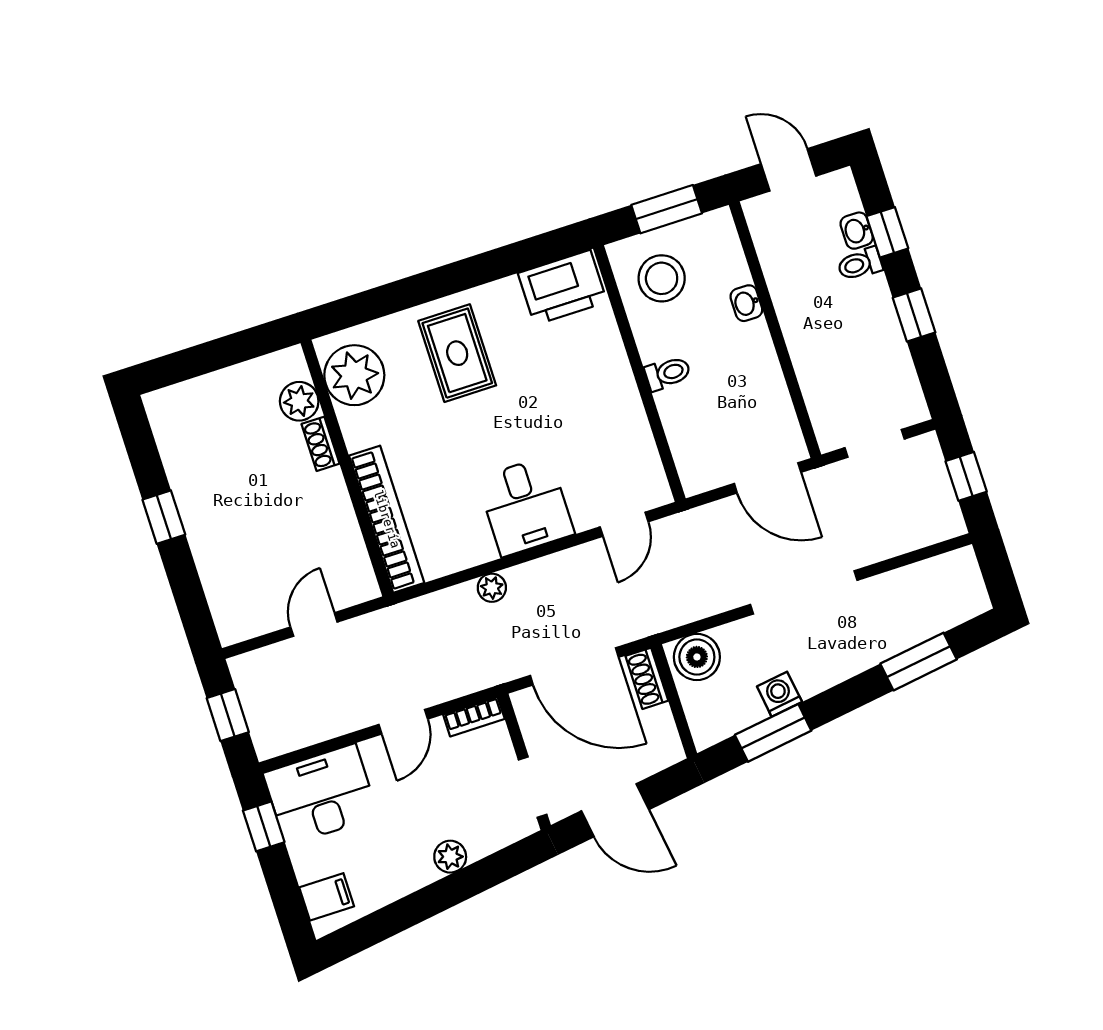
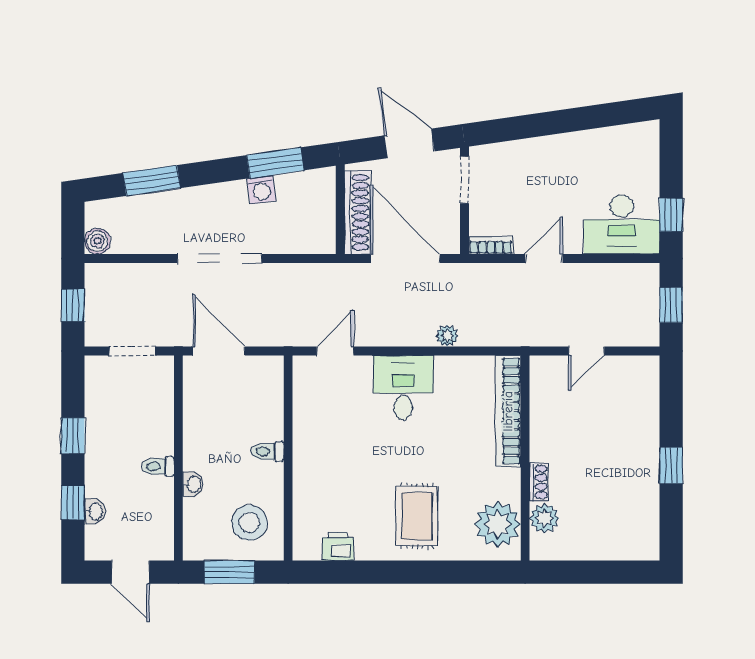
toilet: (860, 264) -> (158, 466), moved, turned 180
printer: (562, 287) -> (338, 546), width x0.53, depth x0.68
boiler: (697, 657) -> (97, 241), moved, width x0.73, depth x0.73
shoe rack: (647, 678) -> (357, 212), width x1.94, depth x1.24
plant: (450, 857) -> (541, 148), removed
filing cabinet: (327, 897) -> (642, 148), removed

